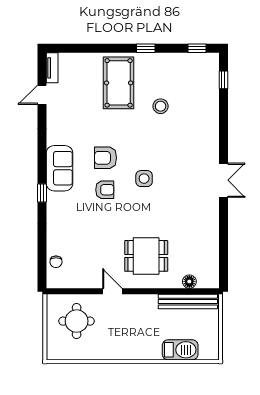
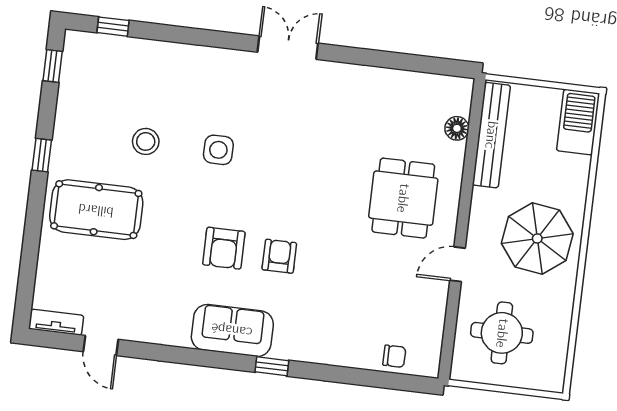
side table: (144, 179) -> (218, 150), moved
parasol: (132, 335) -> (537, 238), added
barbecue: (180, 350) -> (578, 122), moved

